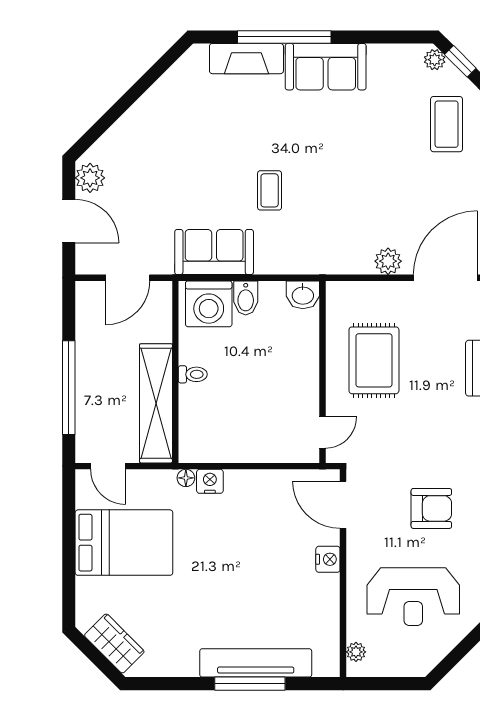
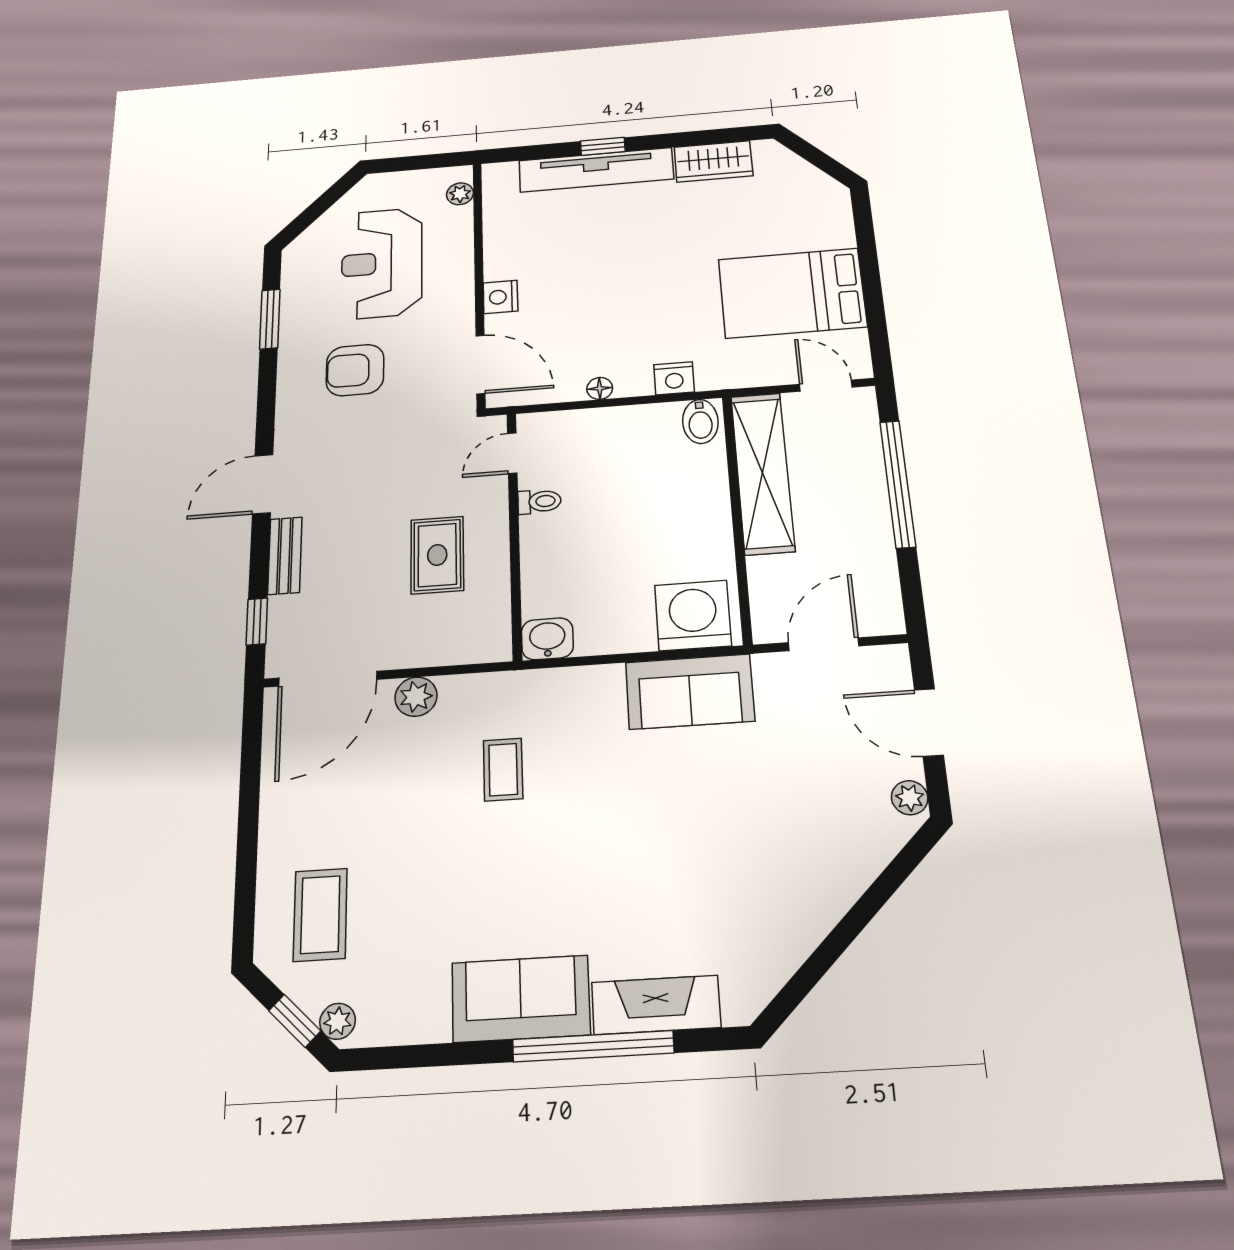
plant: (90, 178) -> (910, 798), width x0.73, depth x0.73
coffee table: (270, 190) -> (503, 770), moved
bidet: (246, 298) -> (700, 421), moved, turned 180
rug: (374, 360) -> (437, 555), width x0.73, depth x0.70
toilet: (193, 374) -> (539, 501), moved, turned 180
floor lamp: (186, 478) -> (600, 388), moved
reception desk: (413, 597) -> (382, 263), turned -90
wardrobe: (114, 644) -> (713, 161), moved, turned -45
window: (250, 684) -> (603, 146), width x0.46

